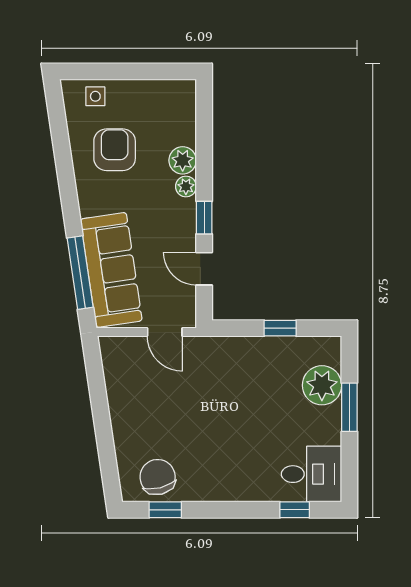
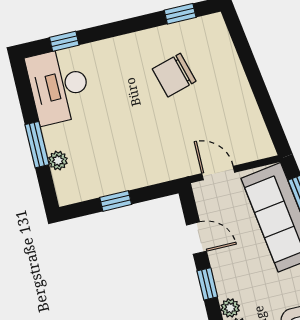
plant: (322, 385) -> (58, 161), width x0.53, depth x0.53
desk: (311, 474) -> (59, 86), width x1.37
chair: (158, 477) -> (174, 75), moved, turned 88

